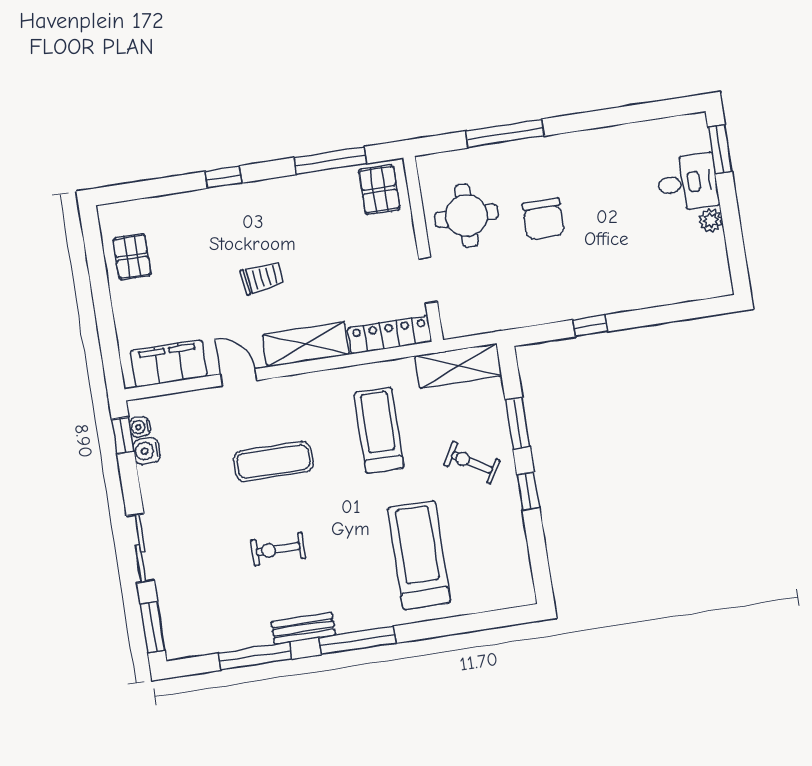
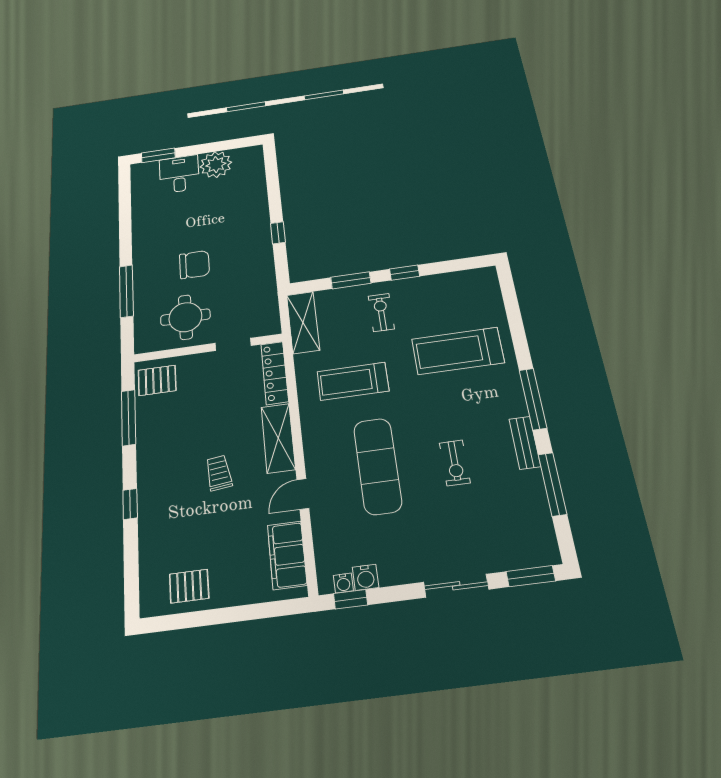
plant: (711, 220) -> (216, 165), width x1.88, depth x1.88
exercise mat: (273, 462) -> (378, 466), width x1.36, depth x1.45
exercise bike: (472, 463) -> (381, 312), turned 149

